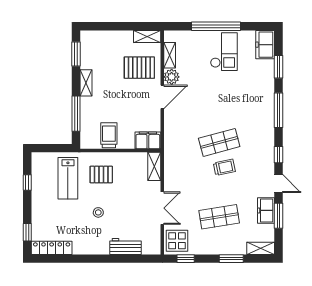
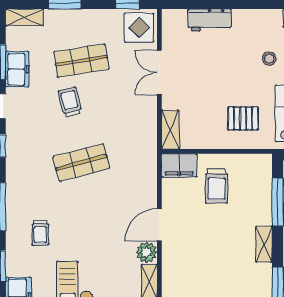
pallet: (139, 68) -> (191, 265), removed
trolley: (249, 91) -> (40, 233), added
trolley: (109, 135) -> (217, 186), moved
trolley: (224, 167) -> (70, 102), moved, turned 88
stool: (98, 212) -> (269, 59), moved

